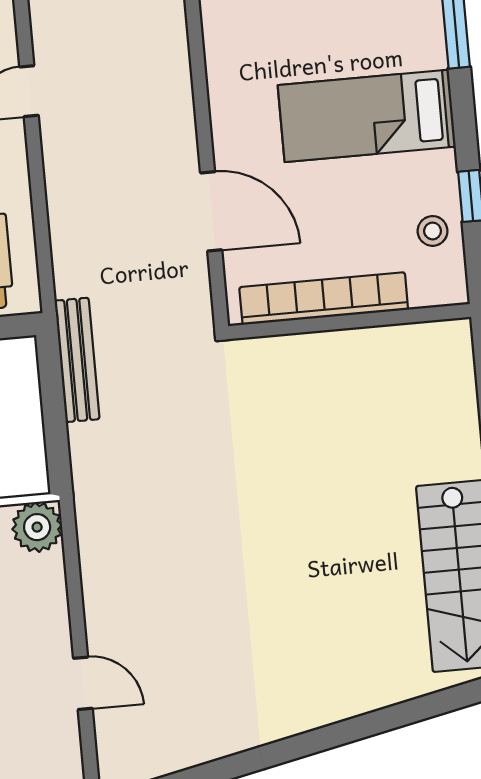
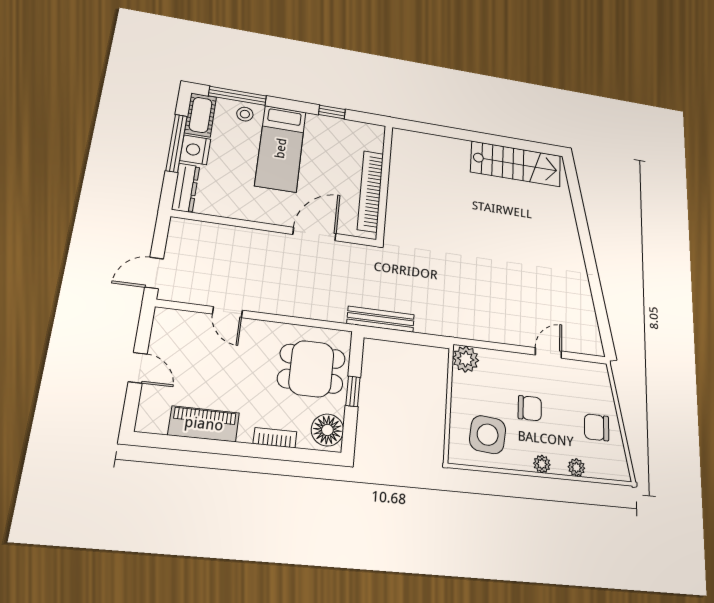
stool: (433, 231) -> (245, 114), moved

